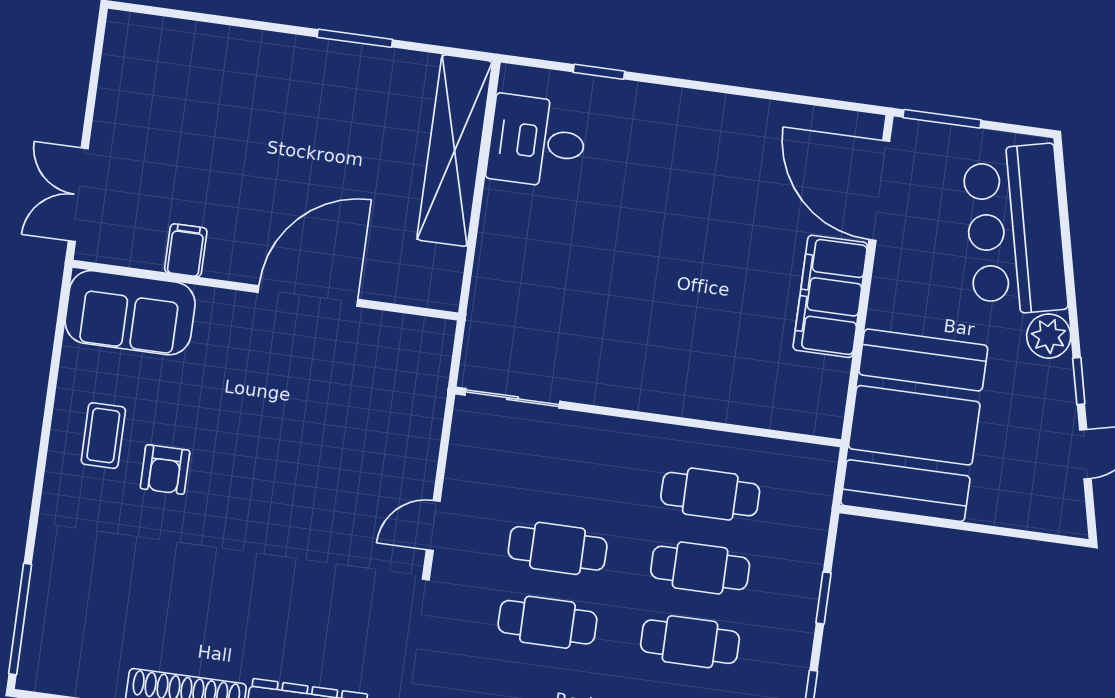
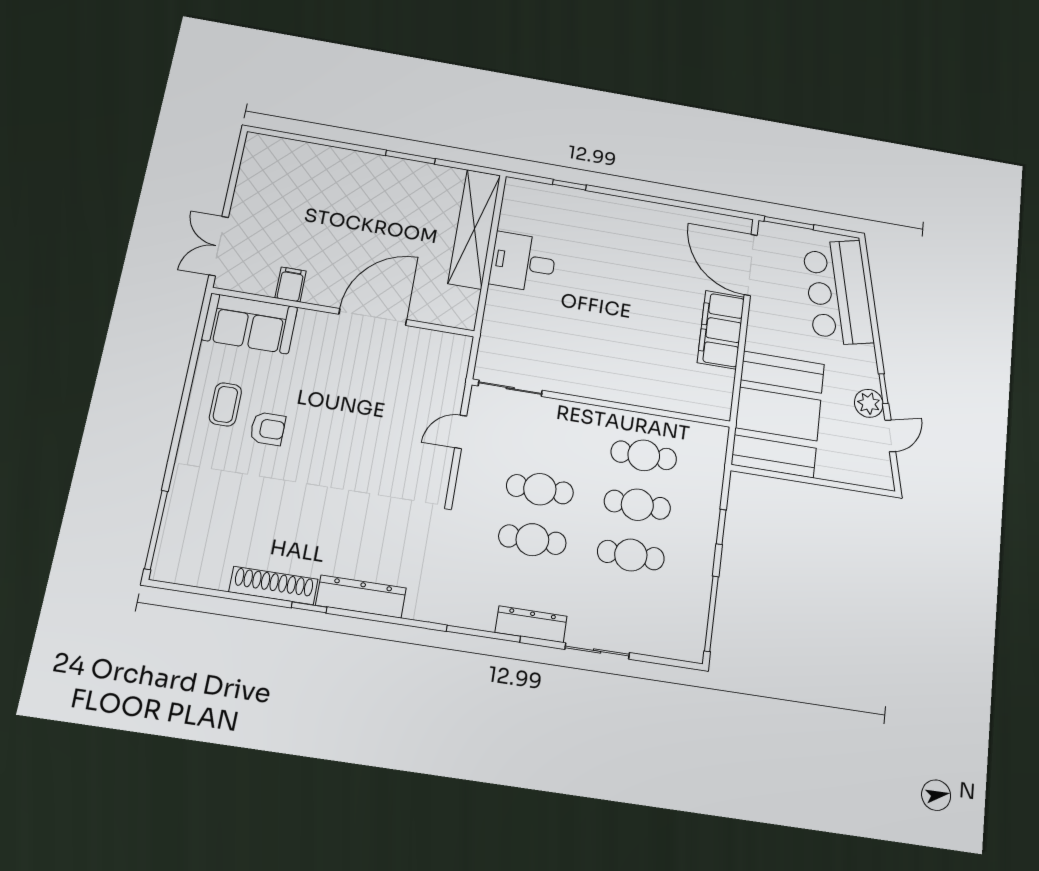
desk: (537, 141) -> (523, 262), moved
plant: (1049, 336) -> (869, 403), moved
armchair: (165, 469) -> (268, 429), turned -90
door: (433, 526) -> (461, 432), moved

